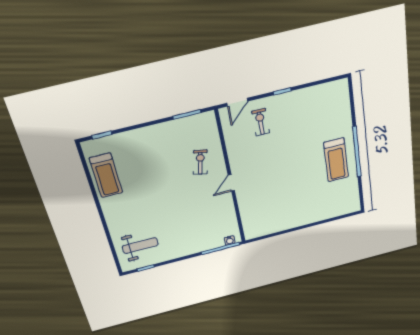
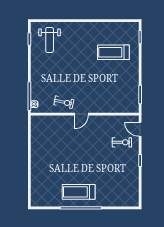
exercise bike: (200, 162) -> (64, 102), moved
treadmill: (106, 175) -> (113, 52), moved
door: (231, 183) -> (81, 114), swing flipped

